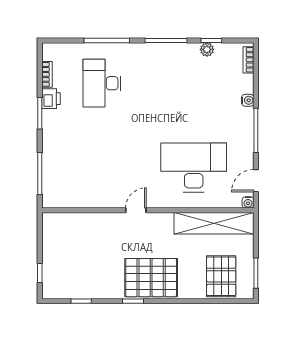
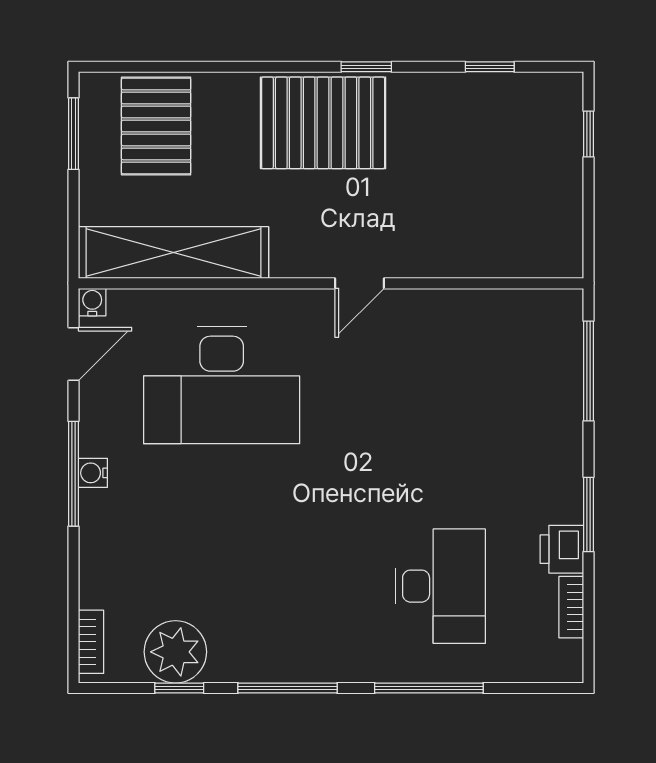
plant: (207, 49) -> (175, 652), width x1.88, depth x1.88
water cooler: (248, 100) -> (93, 473), moved

